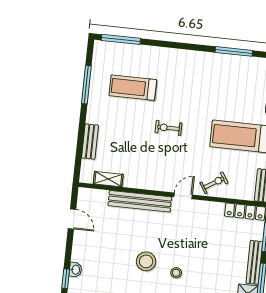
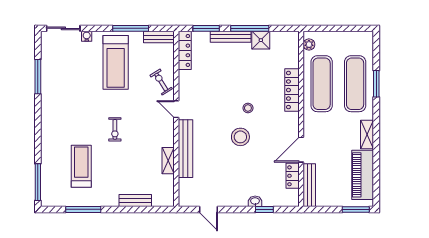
treadmill: (133, 88) -> (81, 166), turned 180
shelving: (108, 179) -> (168, 161), moved
door: (72, 219) -> (208, 209), swing flipped

